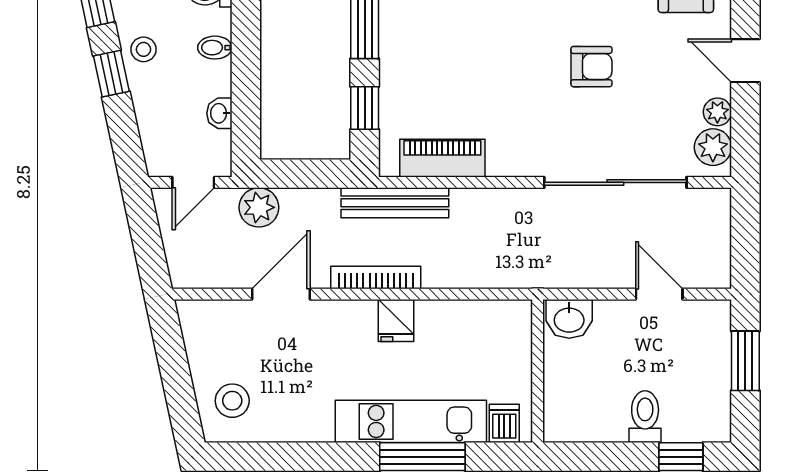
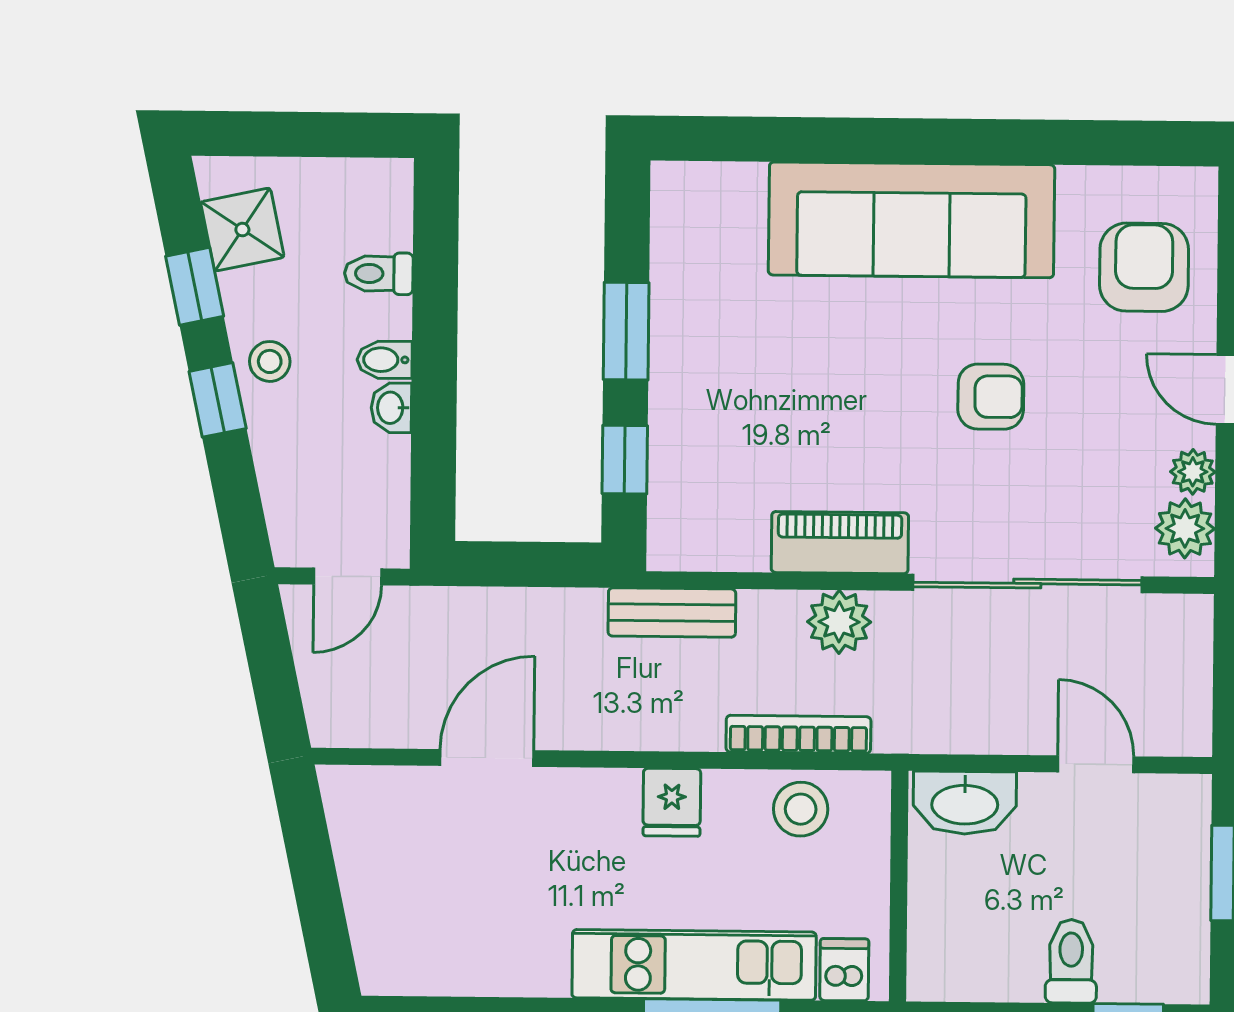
washbasin: (219, 113) -> (391, 408), moved
piano: (442, 158) -> (840, 543), moved
bench: (395, 203) -> (672, 613), width x0.73
plant: (259, 207) -> (839, 622), moved
bookcase: (376, 278) -> (798, 734), moved
washbasin: (569, 319) -> (965, 803), width x1.38
stool: (232, 401) -> (801, 809), moved

